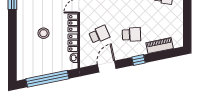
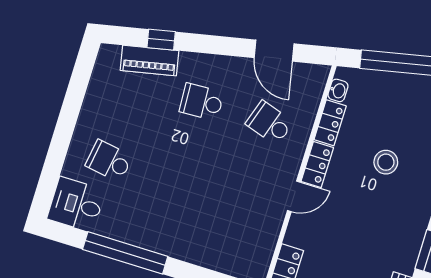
school desk: (99, 35) -> (269, 123), turned 42
window: (139, 60) -> (161, 40), moved
door: (107, 67) -> (274, 51), hinge flipped

